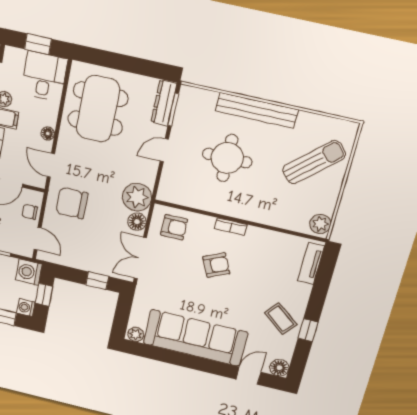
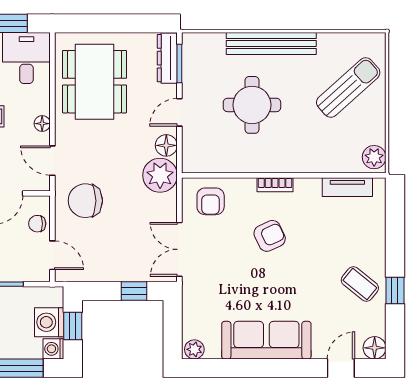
floor lamp: (137, 222) -> (166, 145), moved
armchair: (174, 227) -> (211, 201), turned 90
tv unit: (311, 263) -> (347, 187), moved, turned -90
washing machine: (29, 272) -> (49, 322), moved
sofa: (195, 338) -> (266, 340), width x0.74, depth x0.79

